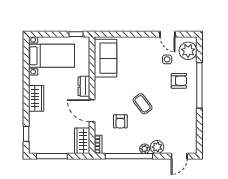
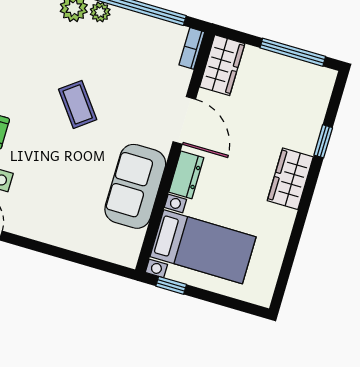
bed with nightstands: (51, 56) -> (203, 247), moved, turned 180
sofa: (105, 58) -> (135, 186), moved
armchair: (120, 121) -> (133, 82), removed
window: (26, 134) -> (323, 141), moved

